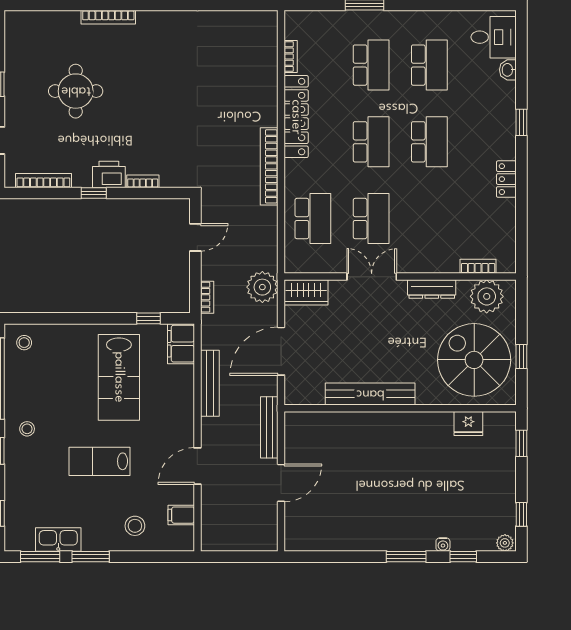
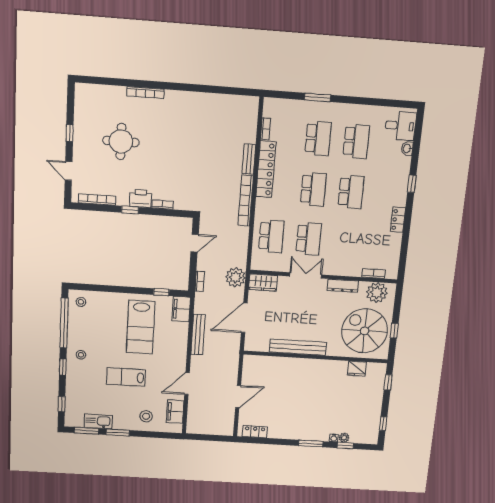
bench: (269, 427) -> (249, 159), moved, width x0.73
filing cabinet: (181, 515) -> (175, 412), width x2.00
locker: (313, 541) -> (255, 432), added
plant: (505, 543) -> (344, 438), moved

